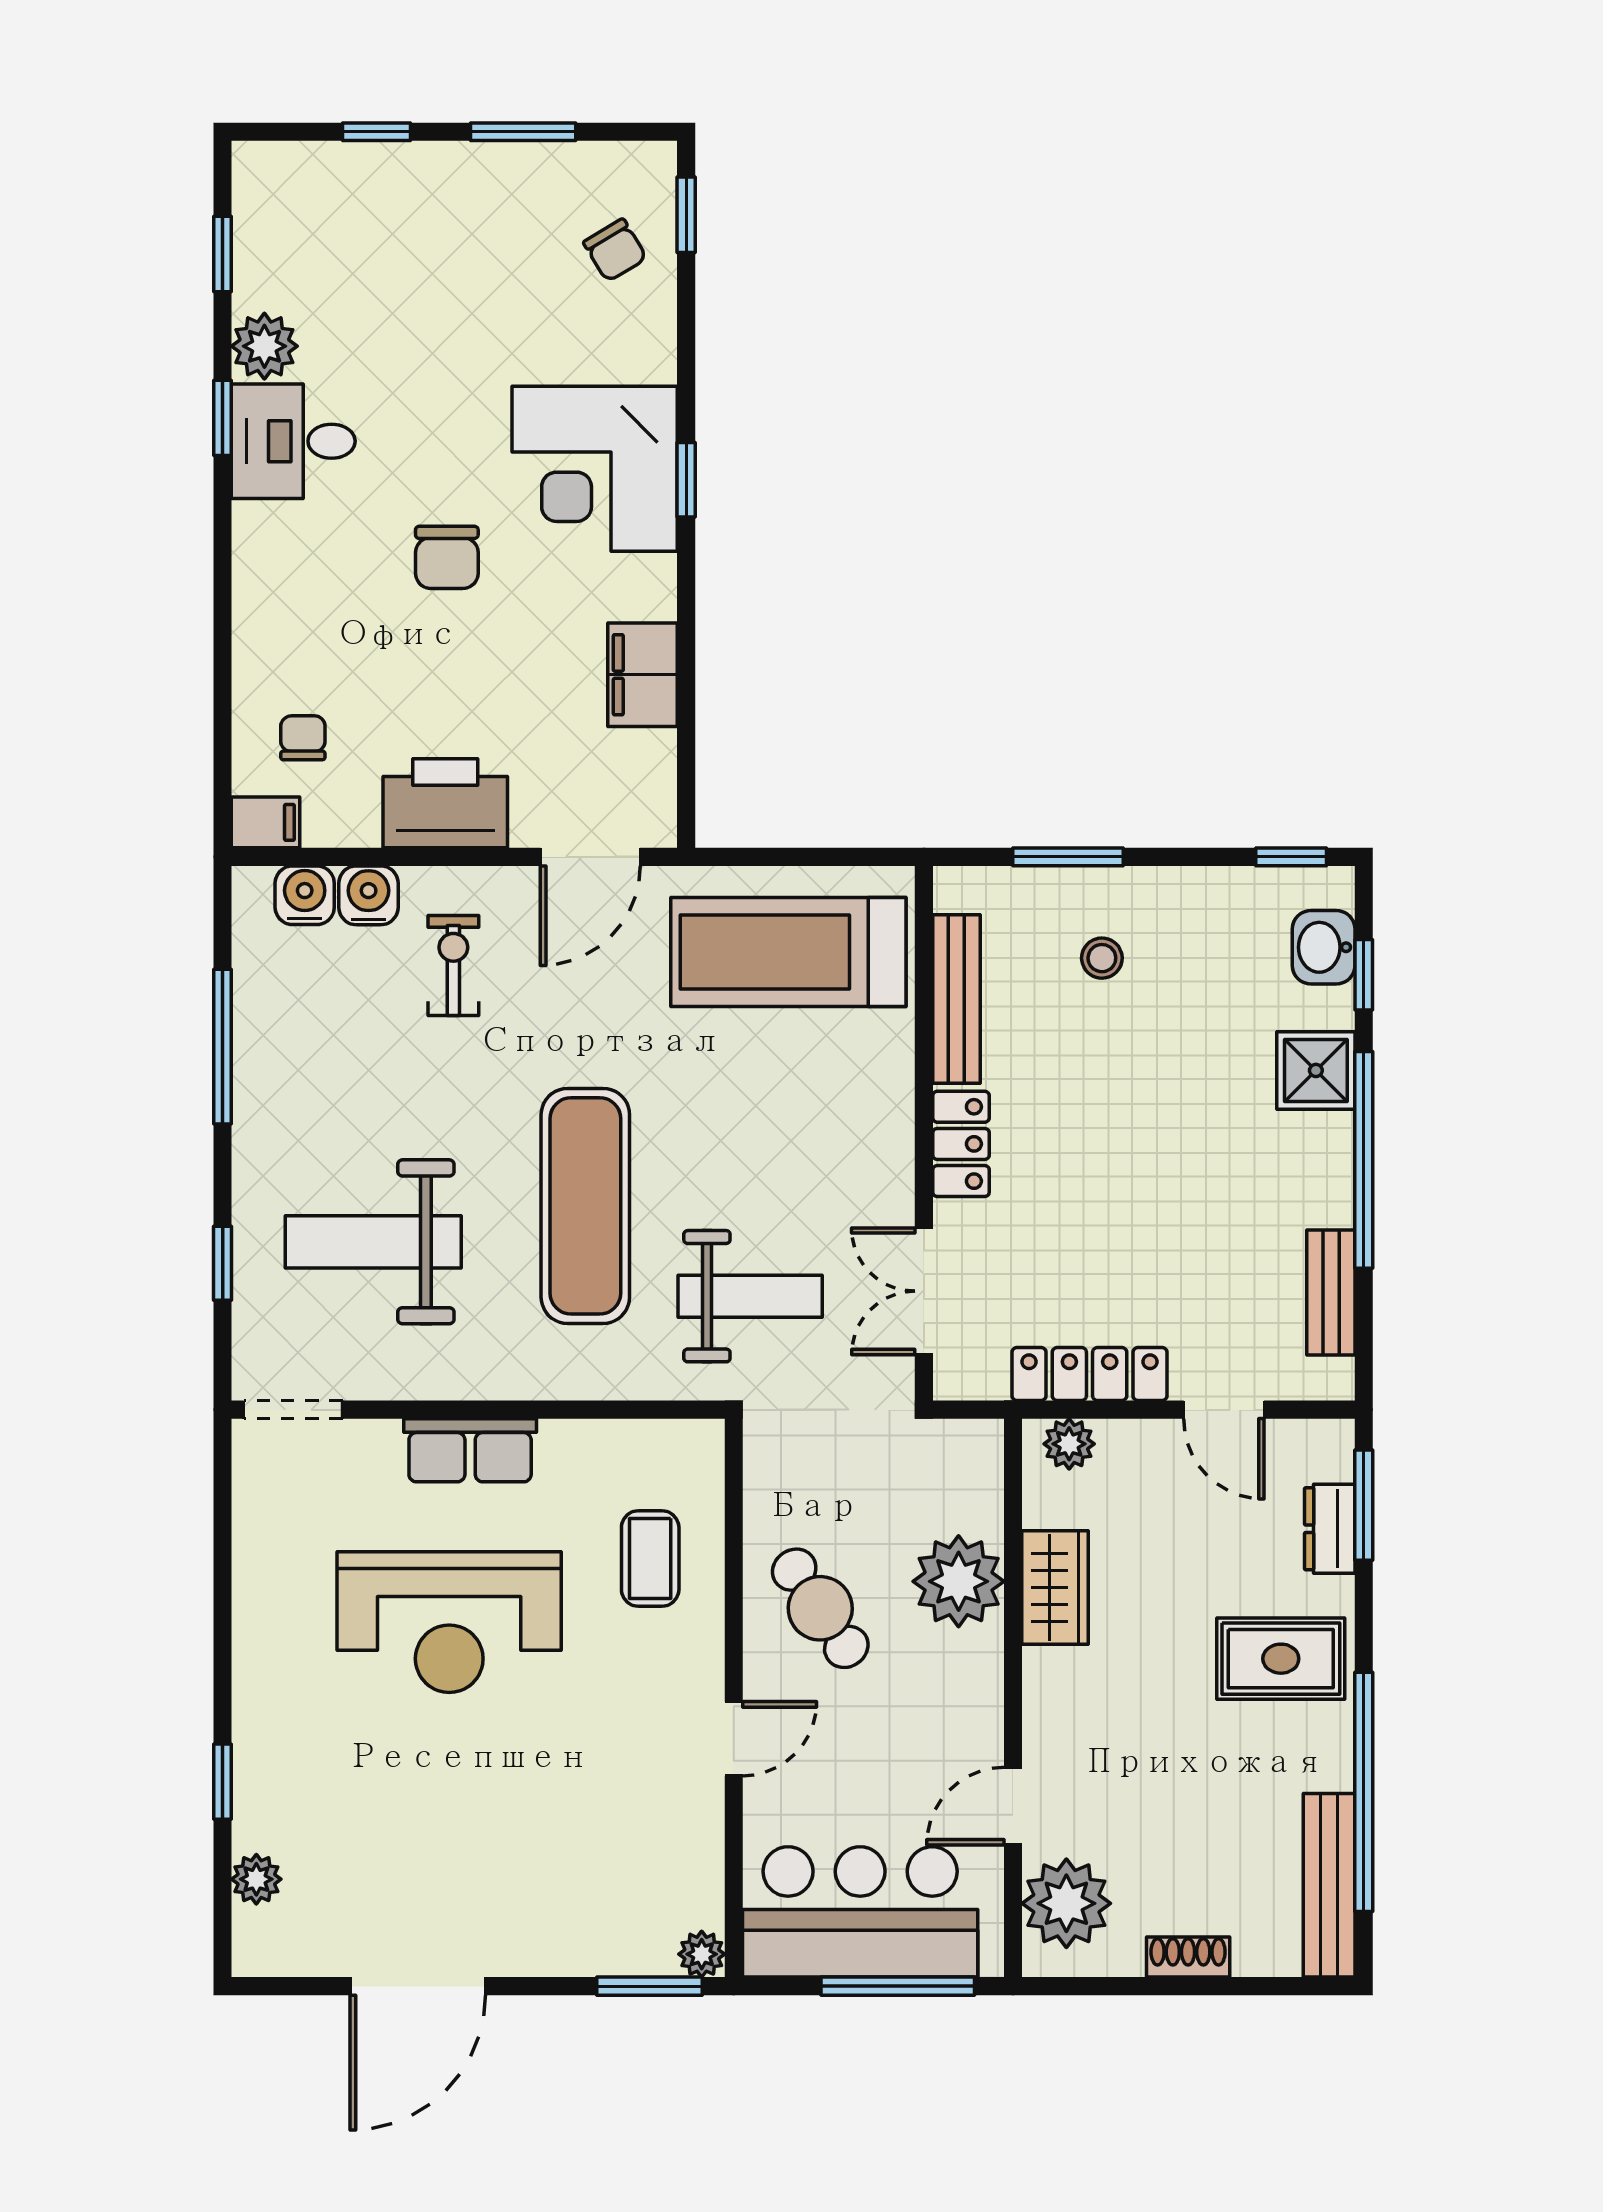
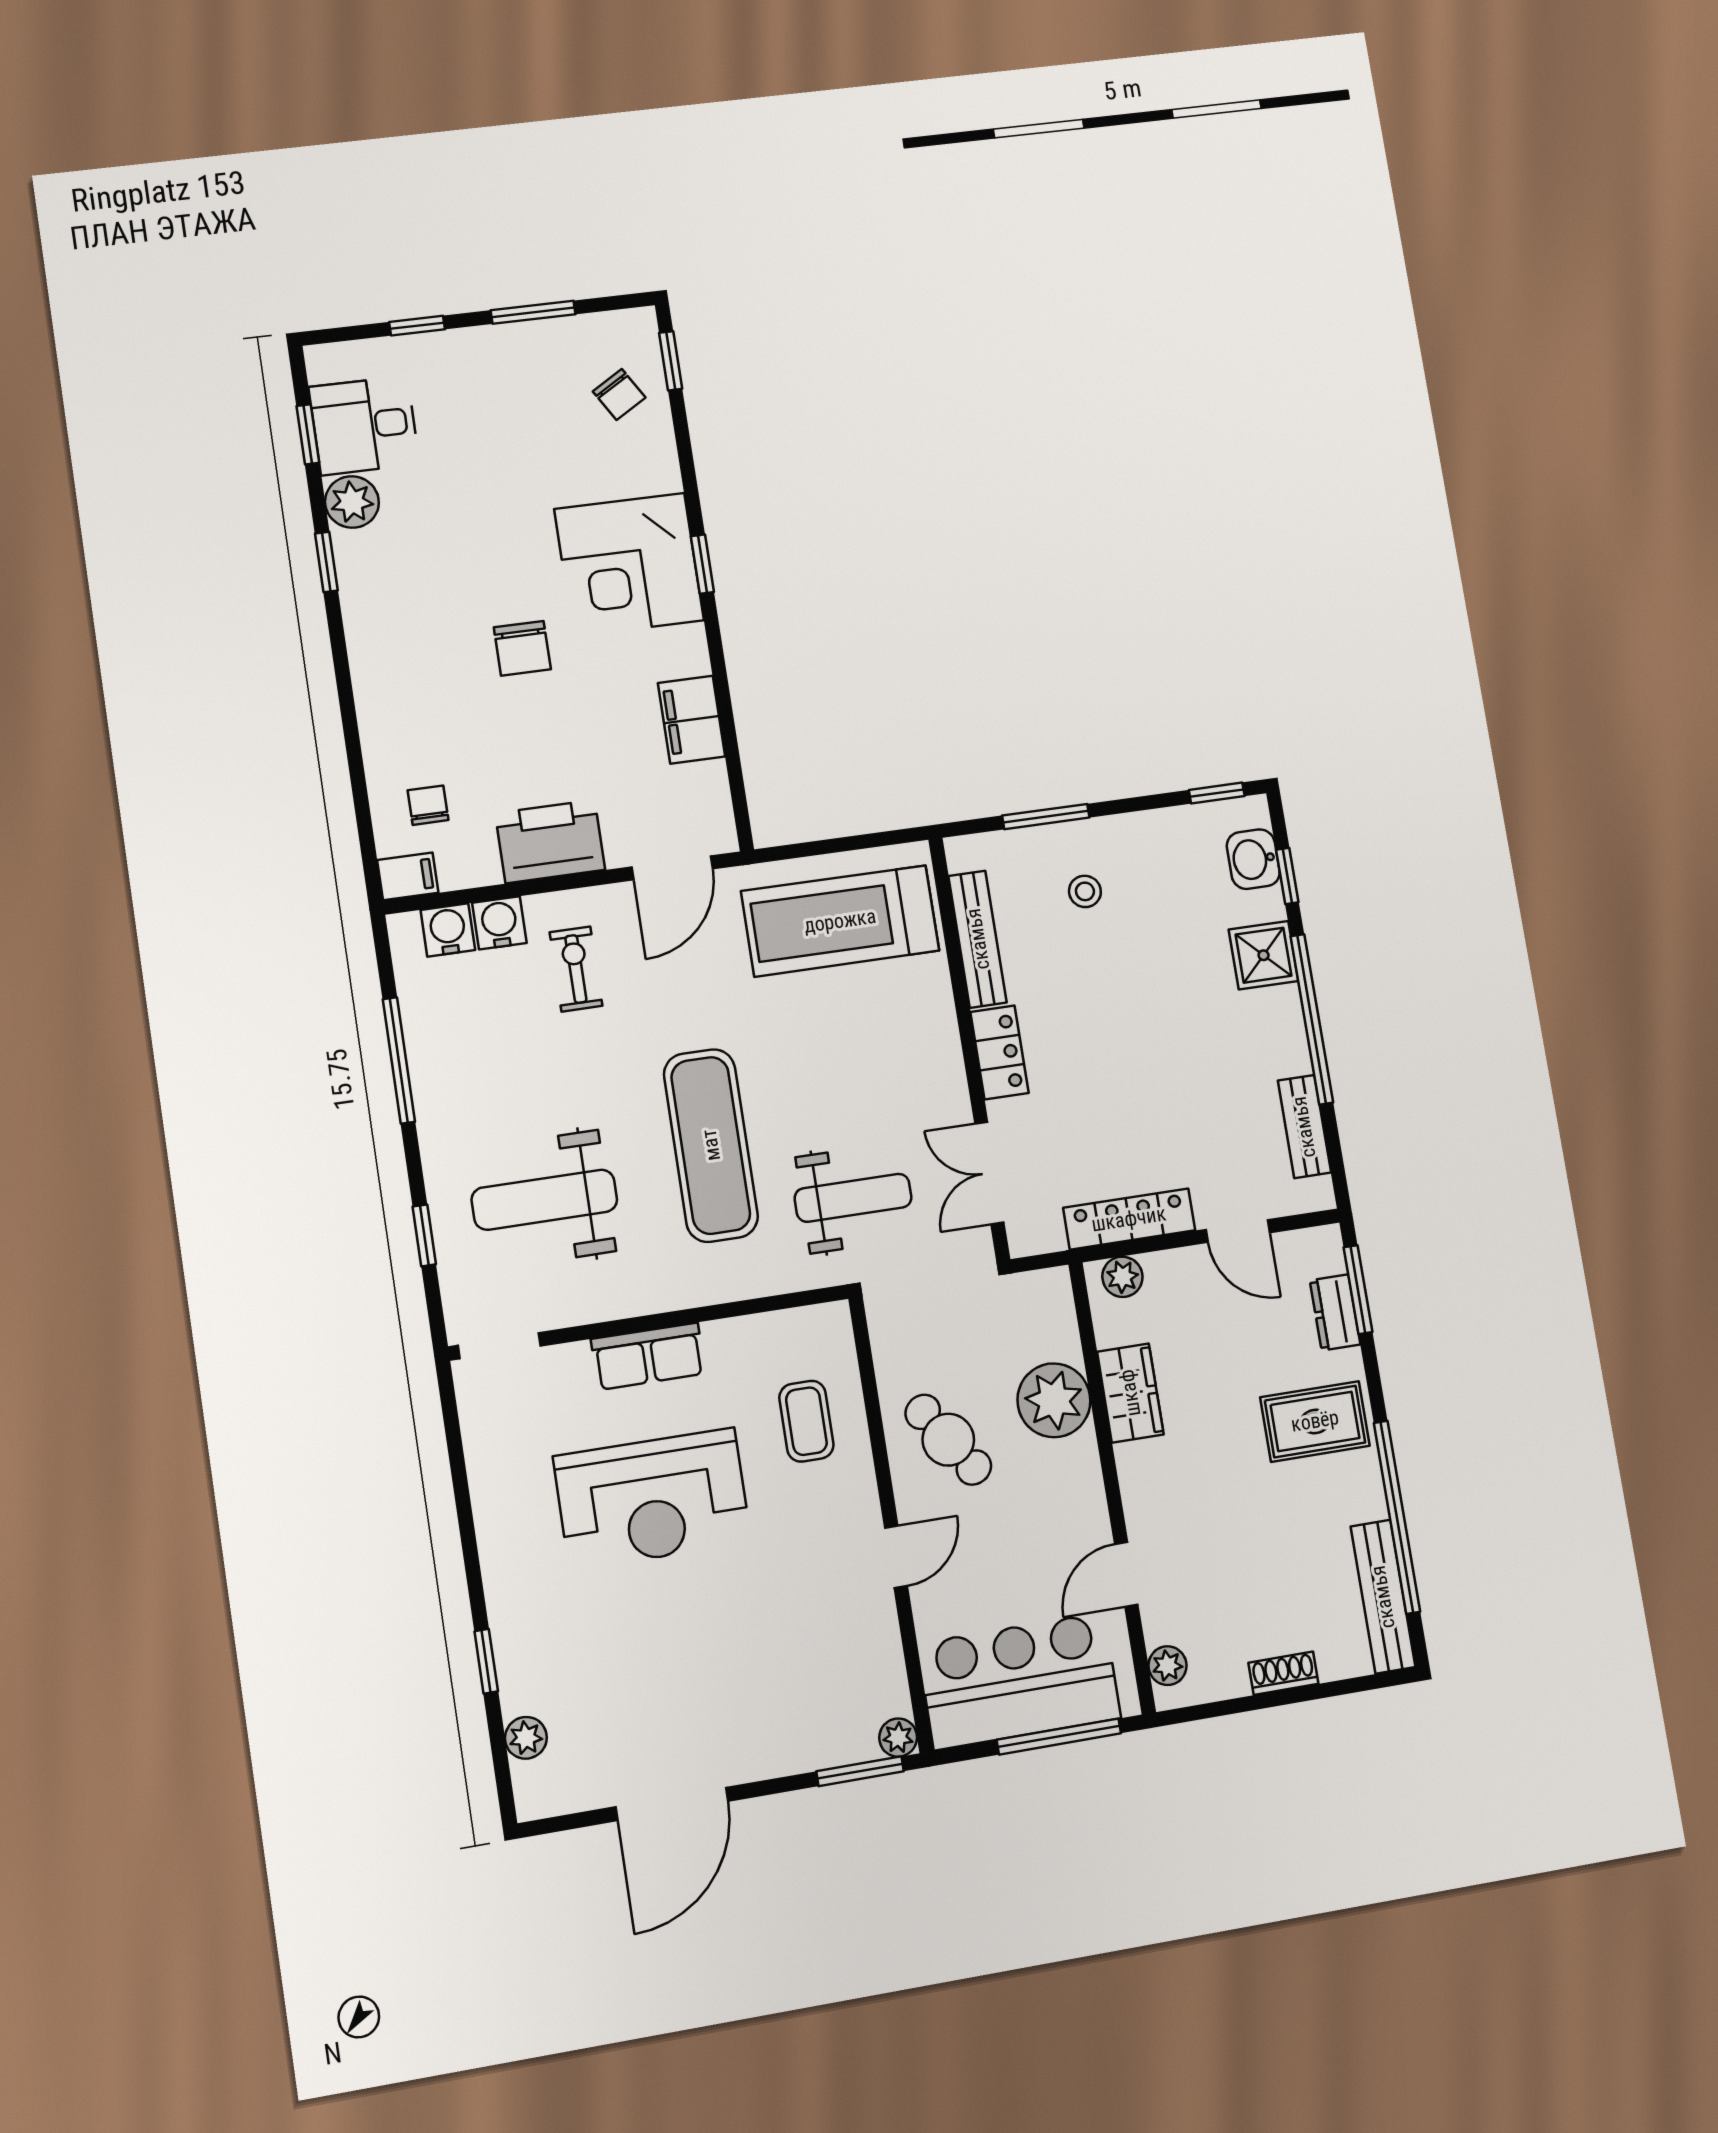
desk: (293, 441) -> (364, 425), moved
plant: (1066, 1903) -> (1167, 1666), width x0.53, depth x0.53

